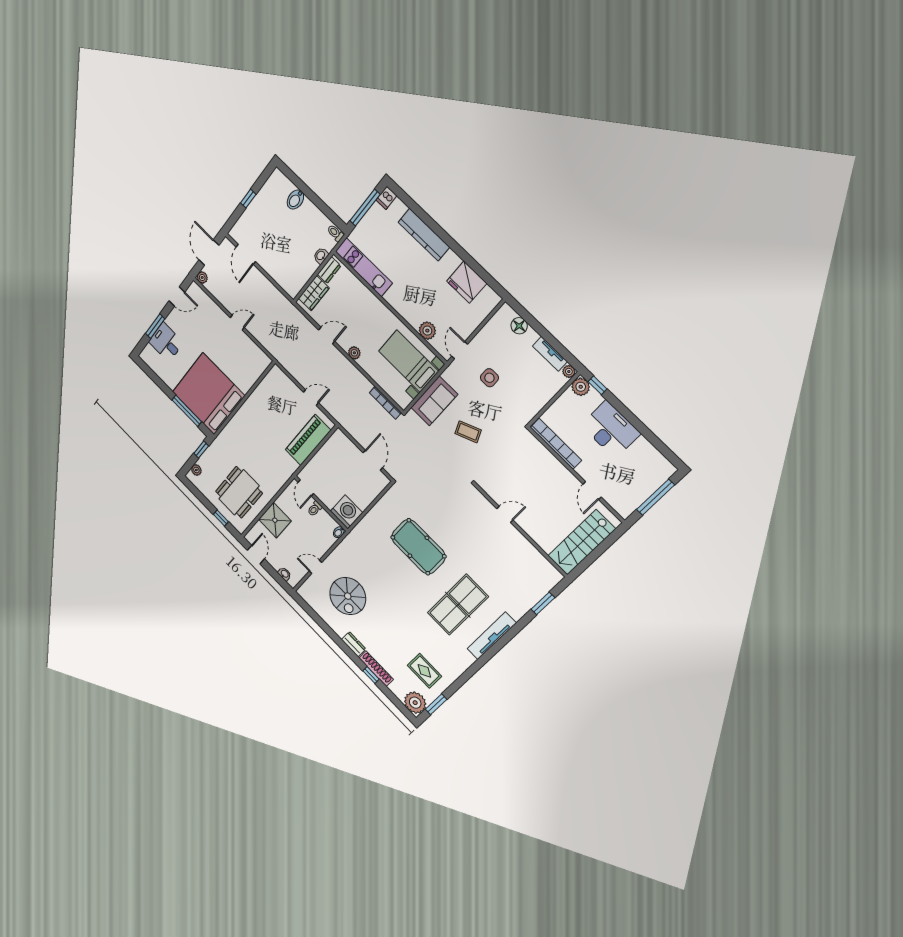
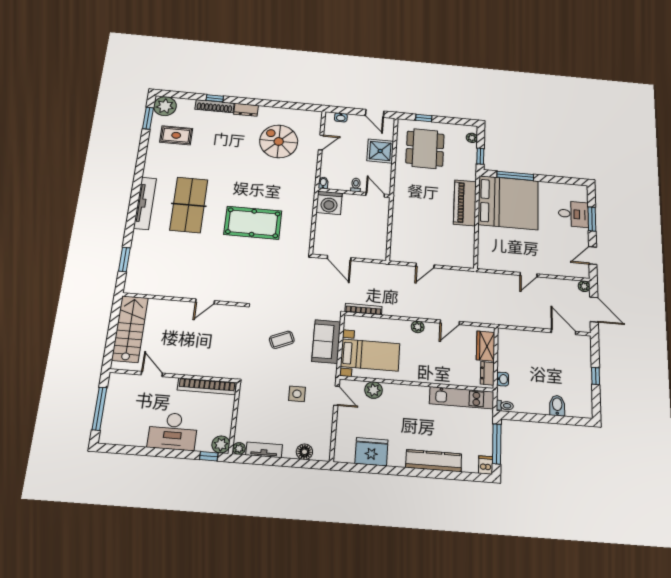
piano: (308, 440) -> (465, 203), moved, turned 180

